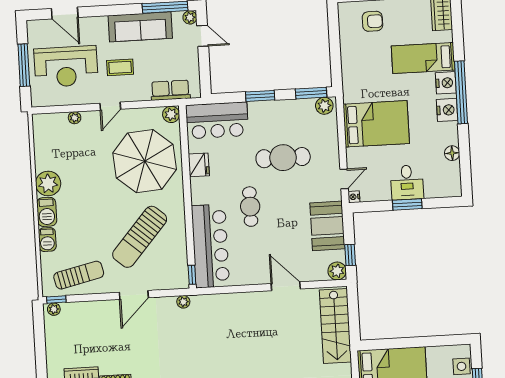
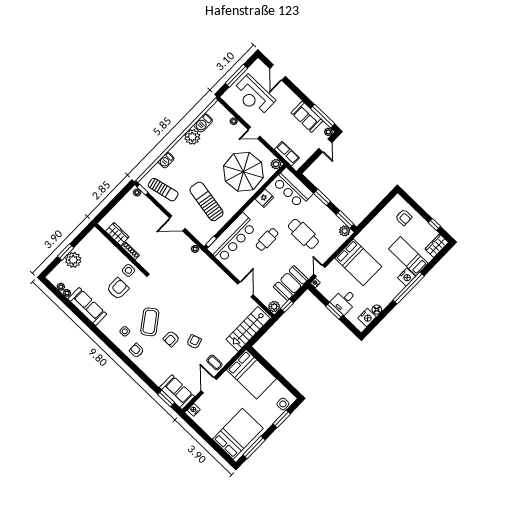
sofa: (140, 27) -> (307, 117), width x0.73
coffee table: (120, 67) -> (276, 121), removed
nightstand: (447, 110) -> (367, 317), moved
door: (344, 179) -> (319, 271), swing flipped
barbecue: (47, 212) -> (203, 123), moved
sun lounger: (140, 237) -> (206, 201), turned 59

